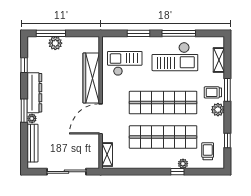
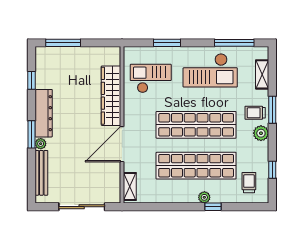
window: (179, 33) -> (234, 43), moved
plant: (55, 43) -> (68, 54), removed
plant: (183, 164) -> (204, 197), moved

